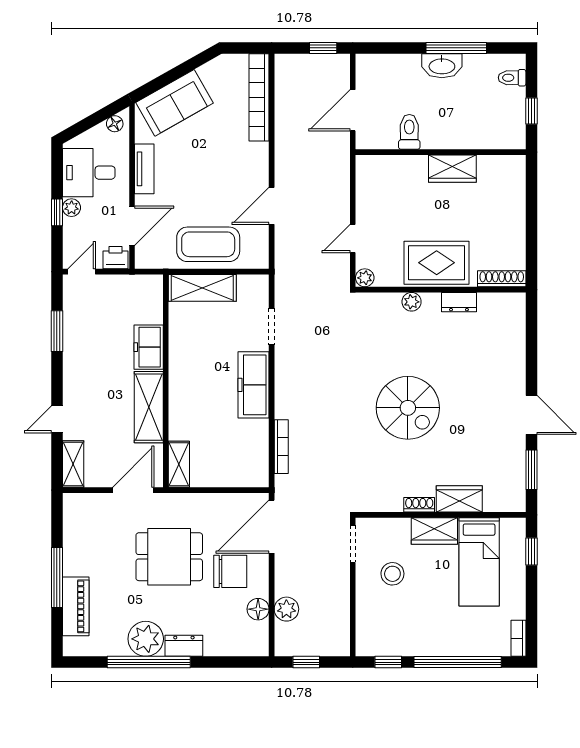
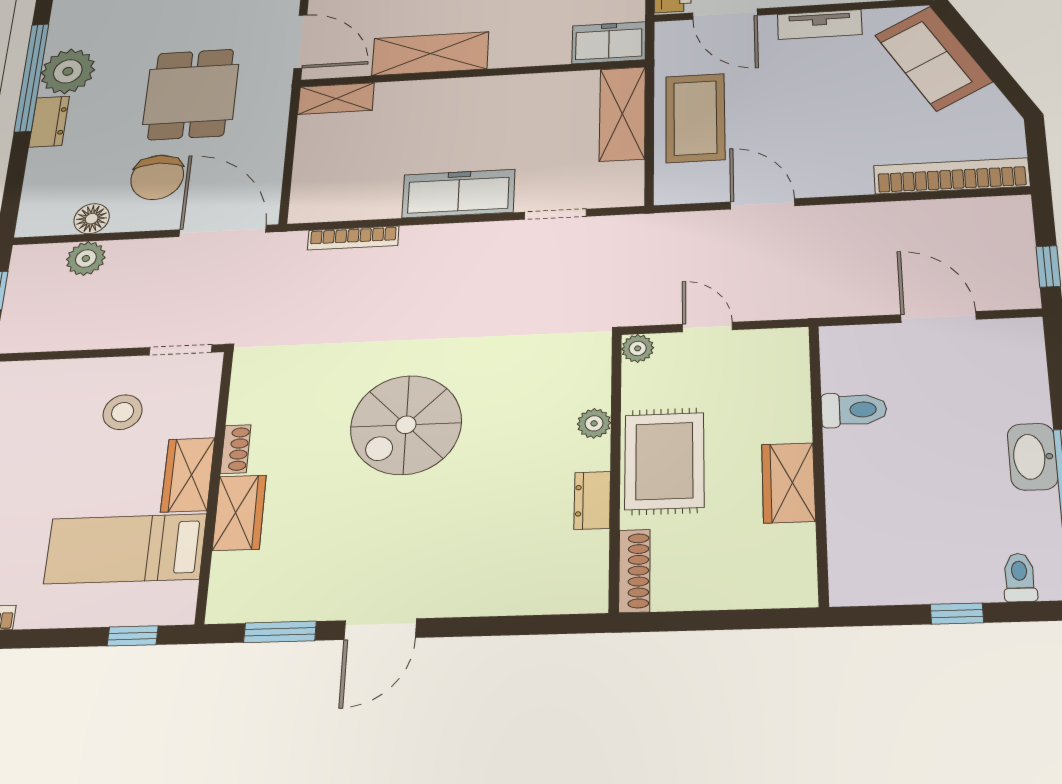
toilet: (409, 132) -> (854, 410), moved
wall: (441, 152) -> (818, 462), moved
wardrobe: (452, 169) -> (788, 483), moved
freezer: (149, 347) -> (609, 43), moved

